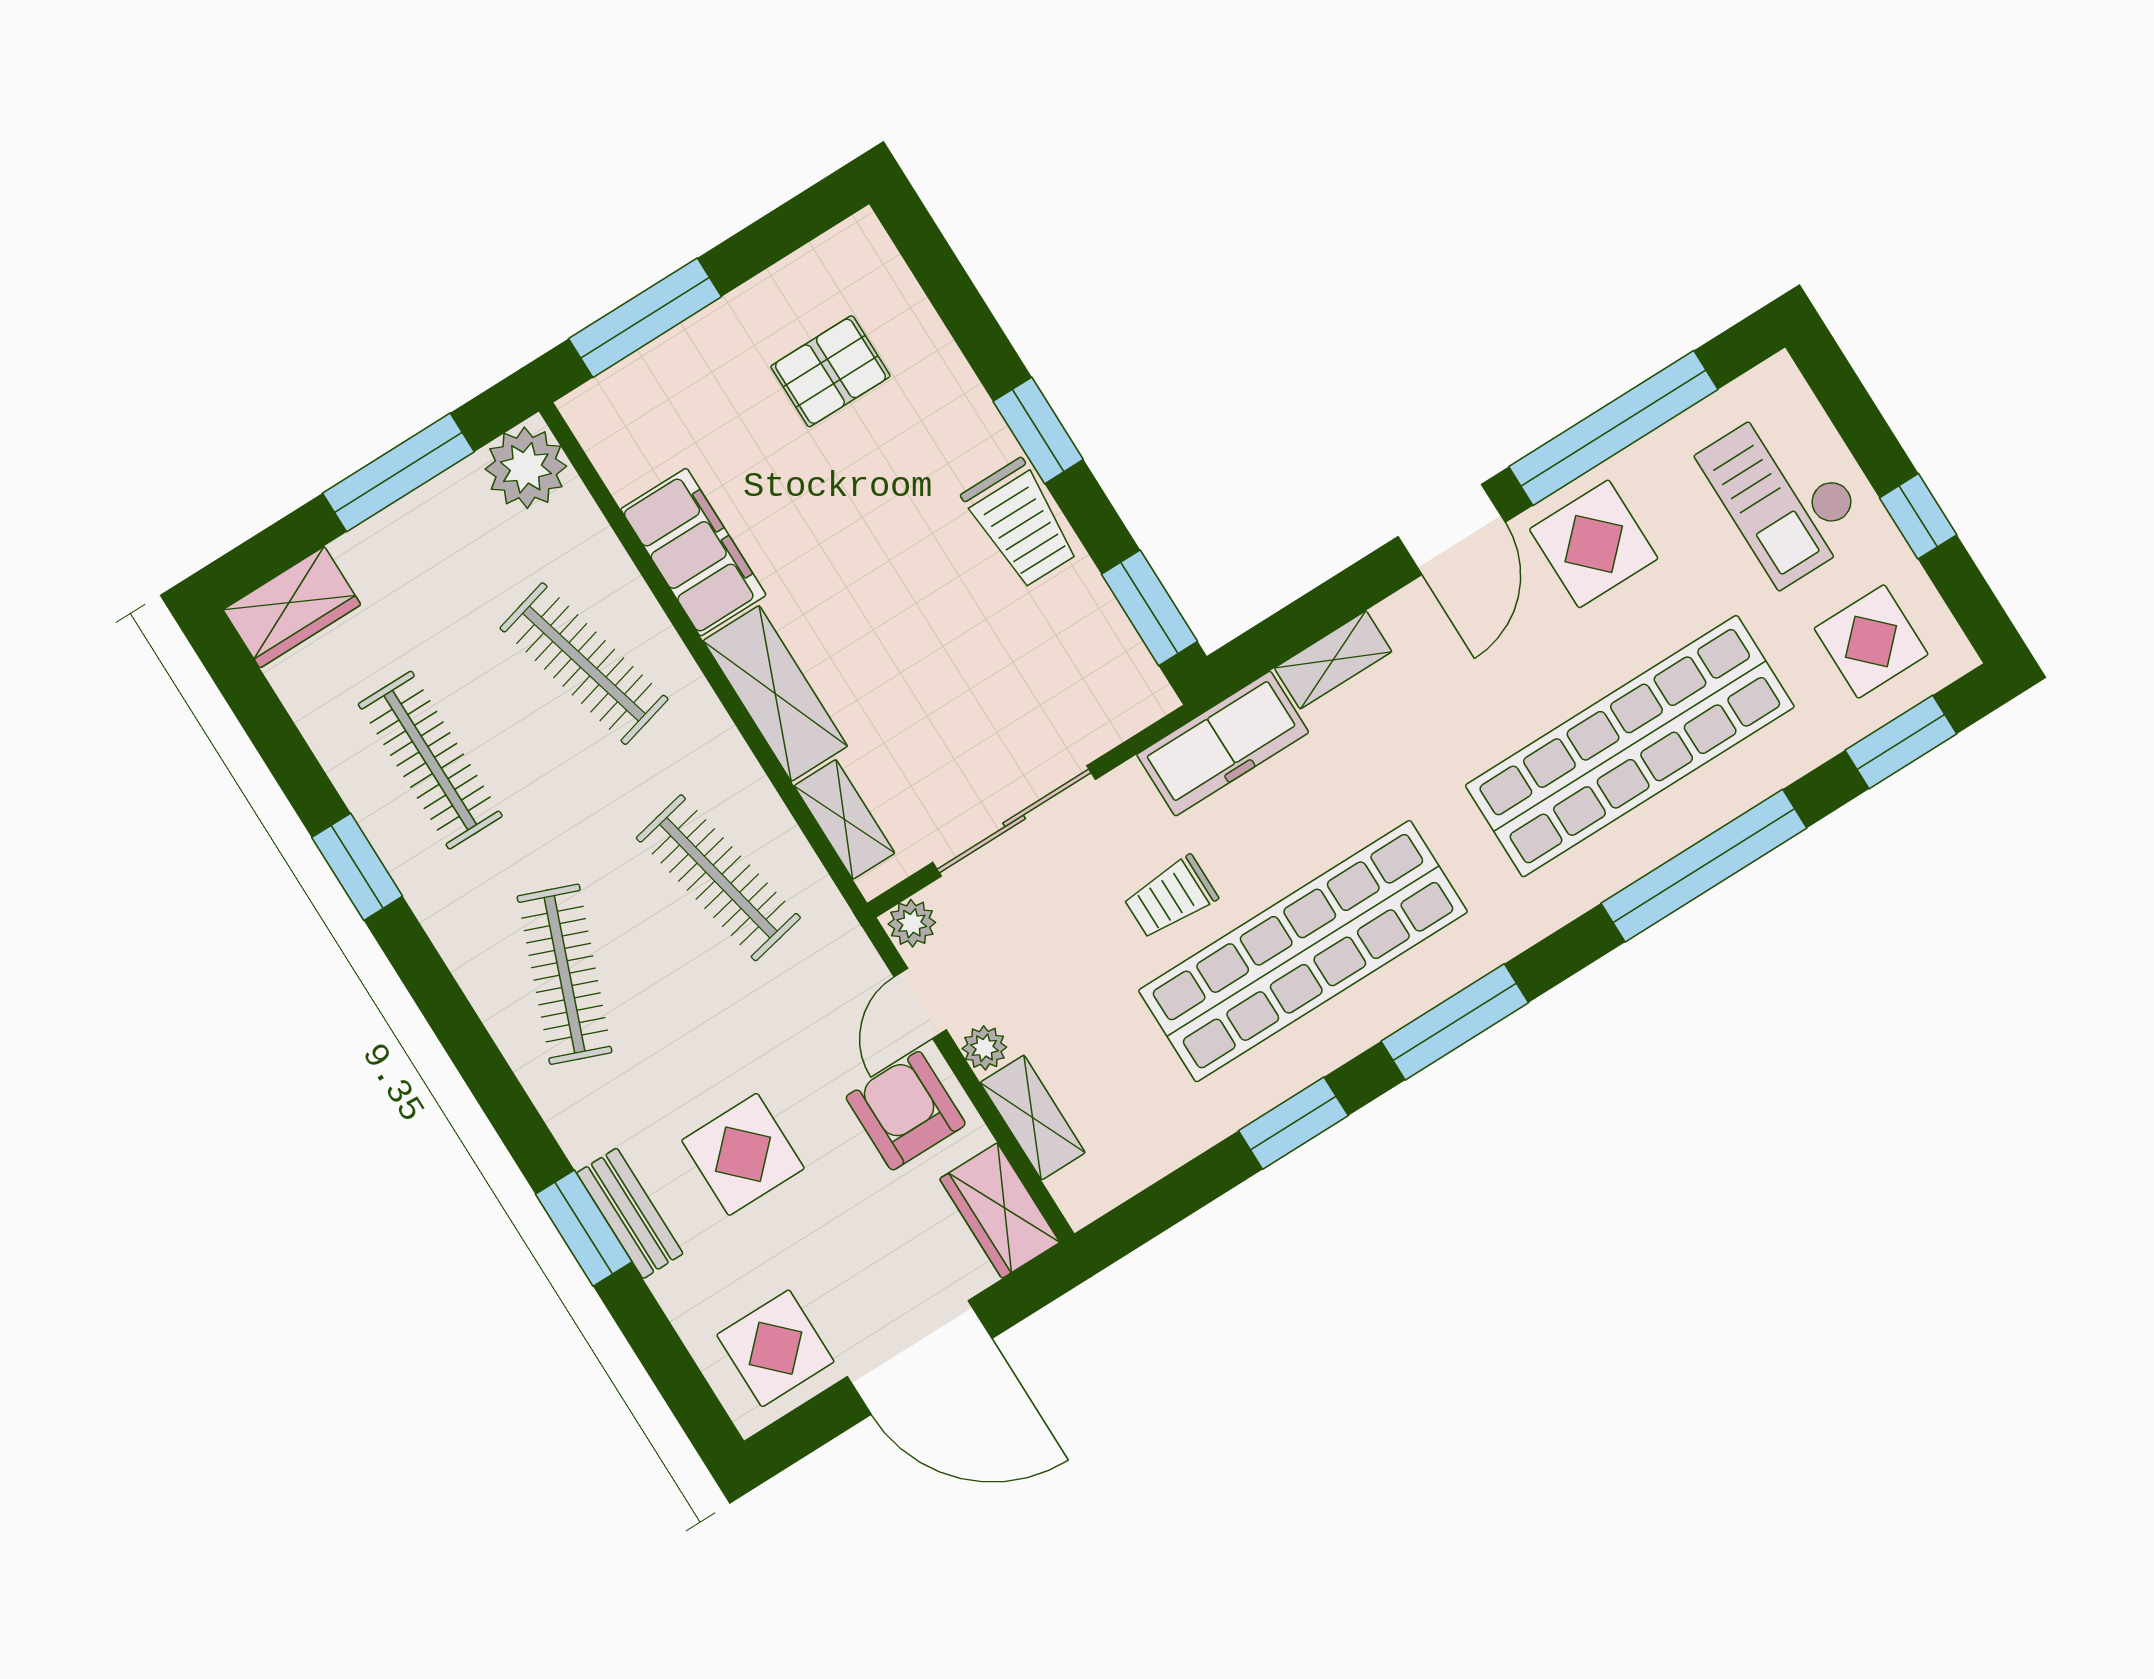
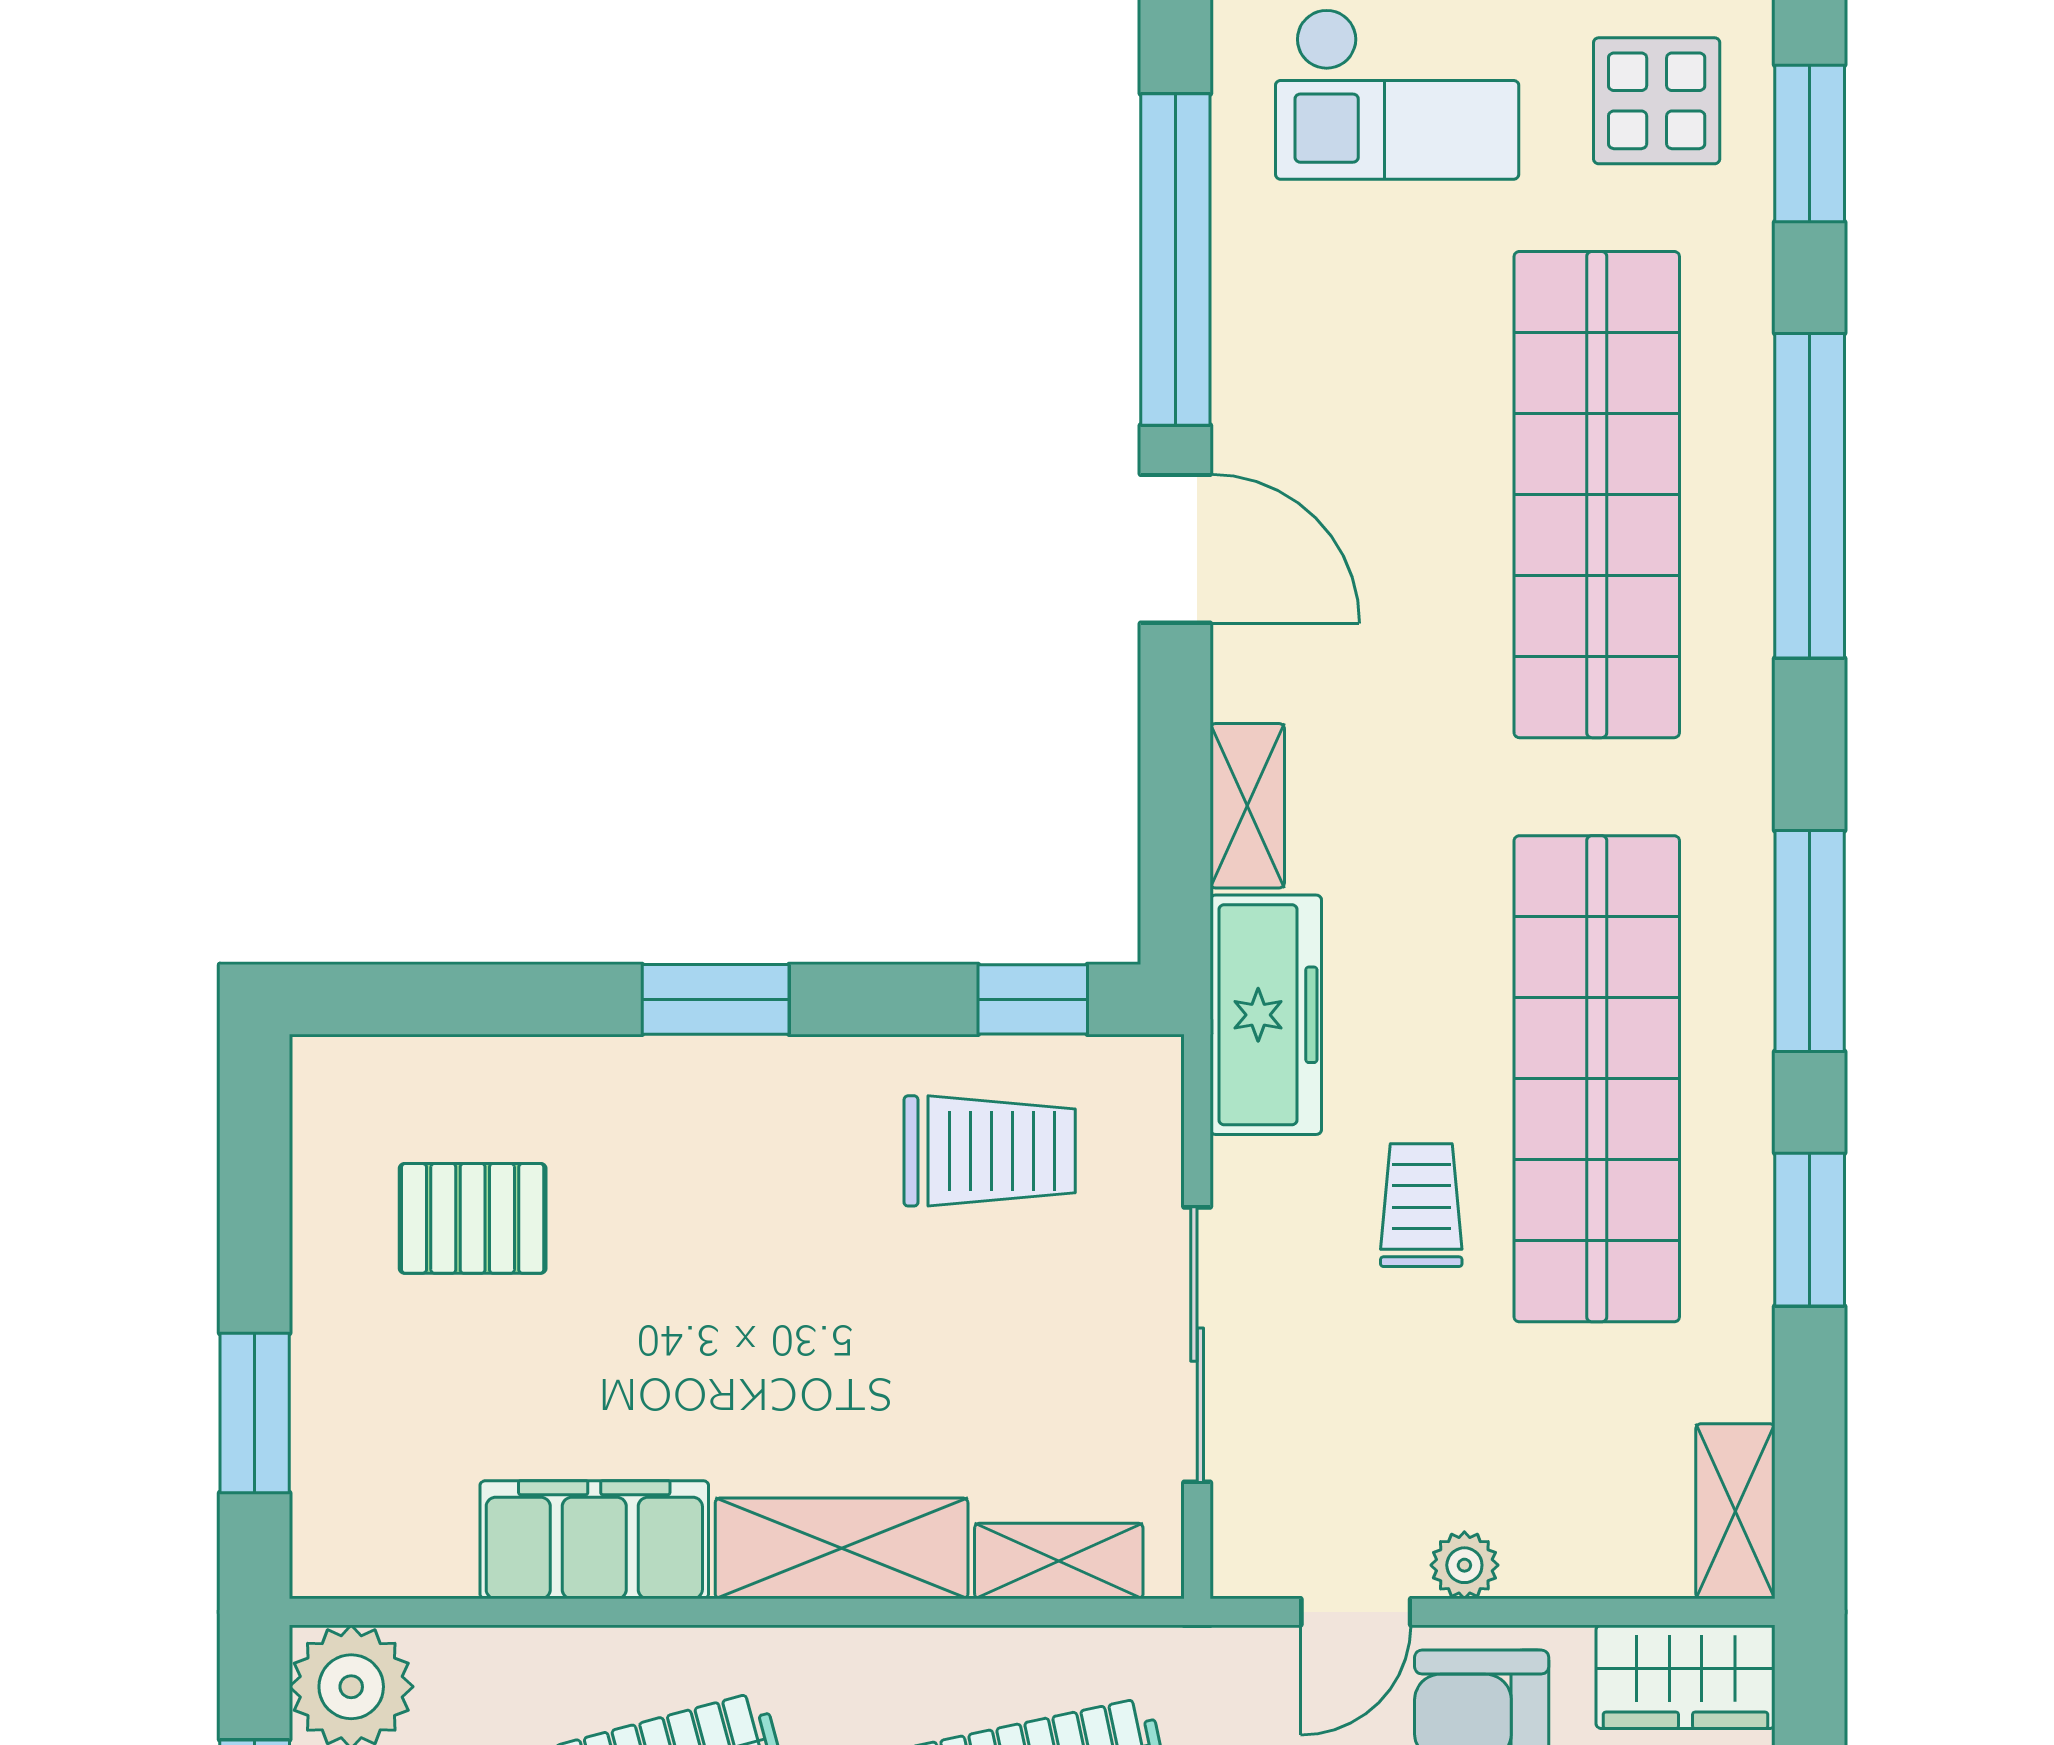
window: (645, 318) -> (255, 1413), width x0.69
pallet: (830, 371) -> (473, 1218), turned 90
trolley: (1021, 523) -> (990, 1151), moved
display table: (1594, 544) -> (1308, 378), removed
window: (1149, 608) -> (1033, 999), width x0.67
trolley: (1171, 897) -> (1421, 1205), turned 180
plant: (912, 923) -> (1246, 1558), removed
door: (920, 1003) -> (1356, 1612), hinge flipped
shelving: (1033, 1118) -> (1735, 1511), moved, turned 90

